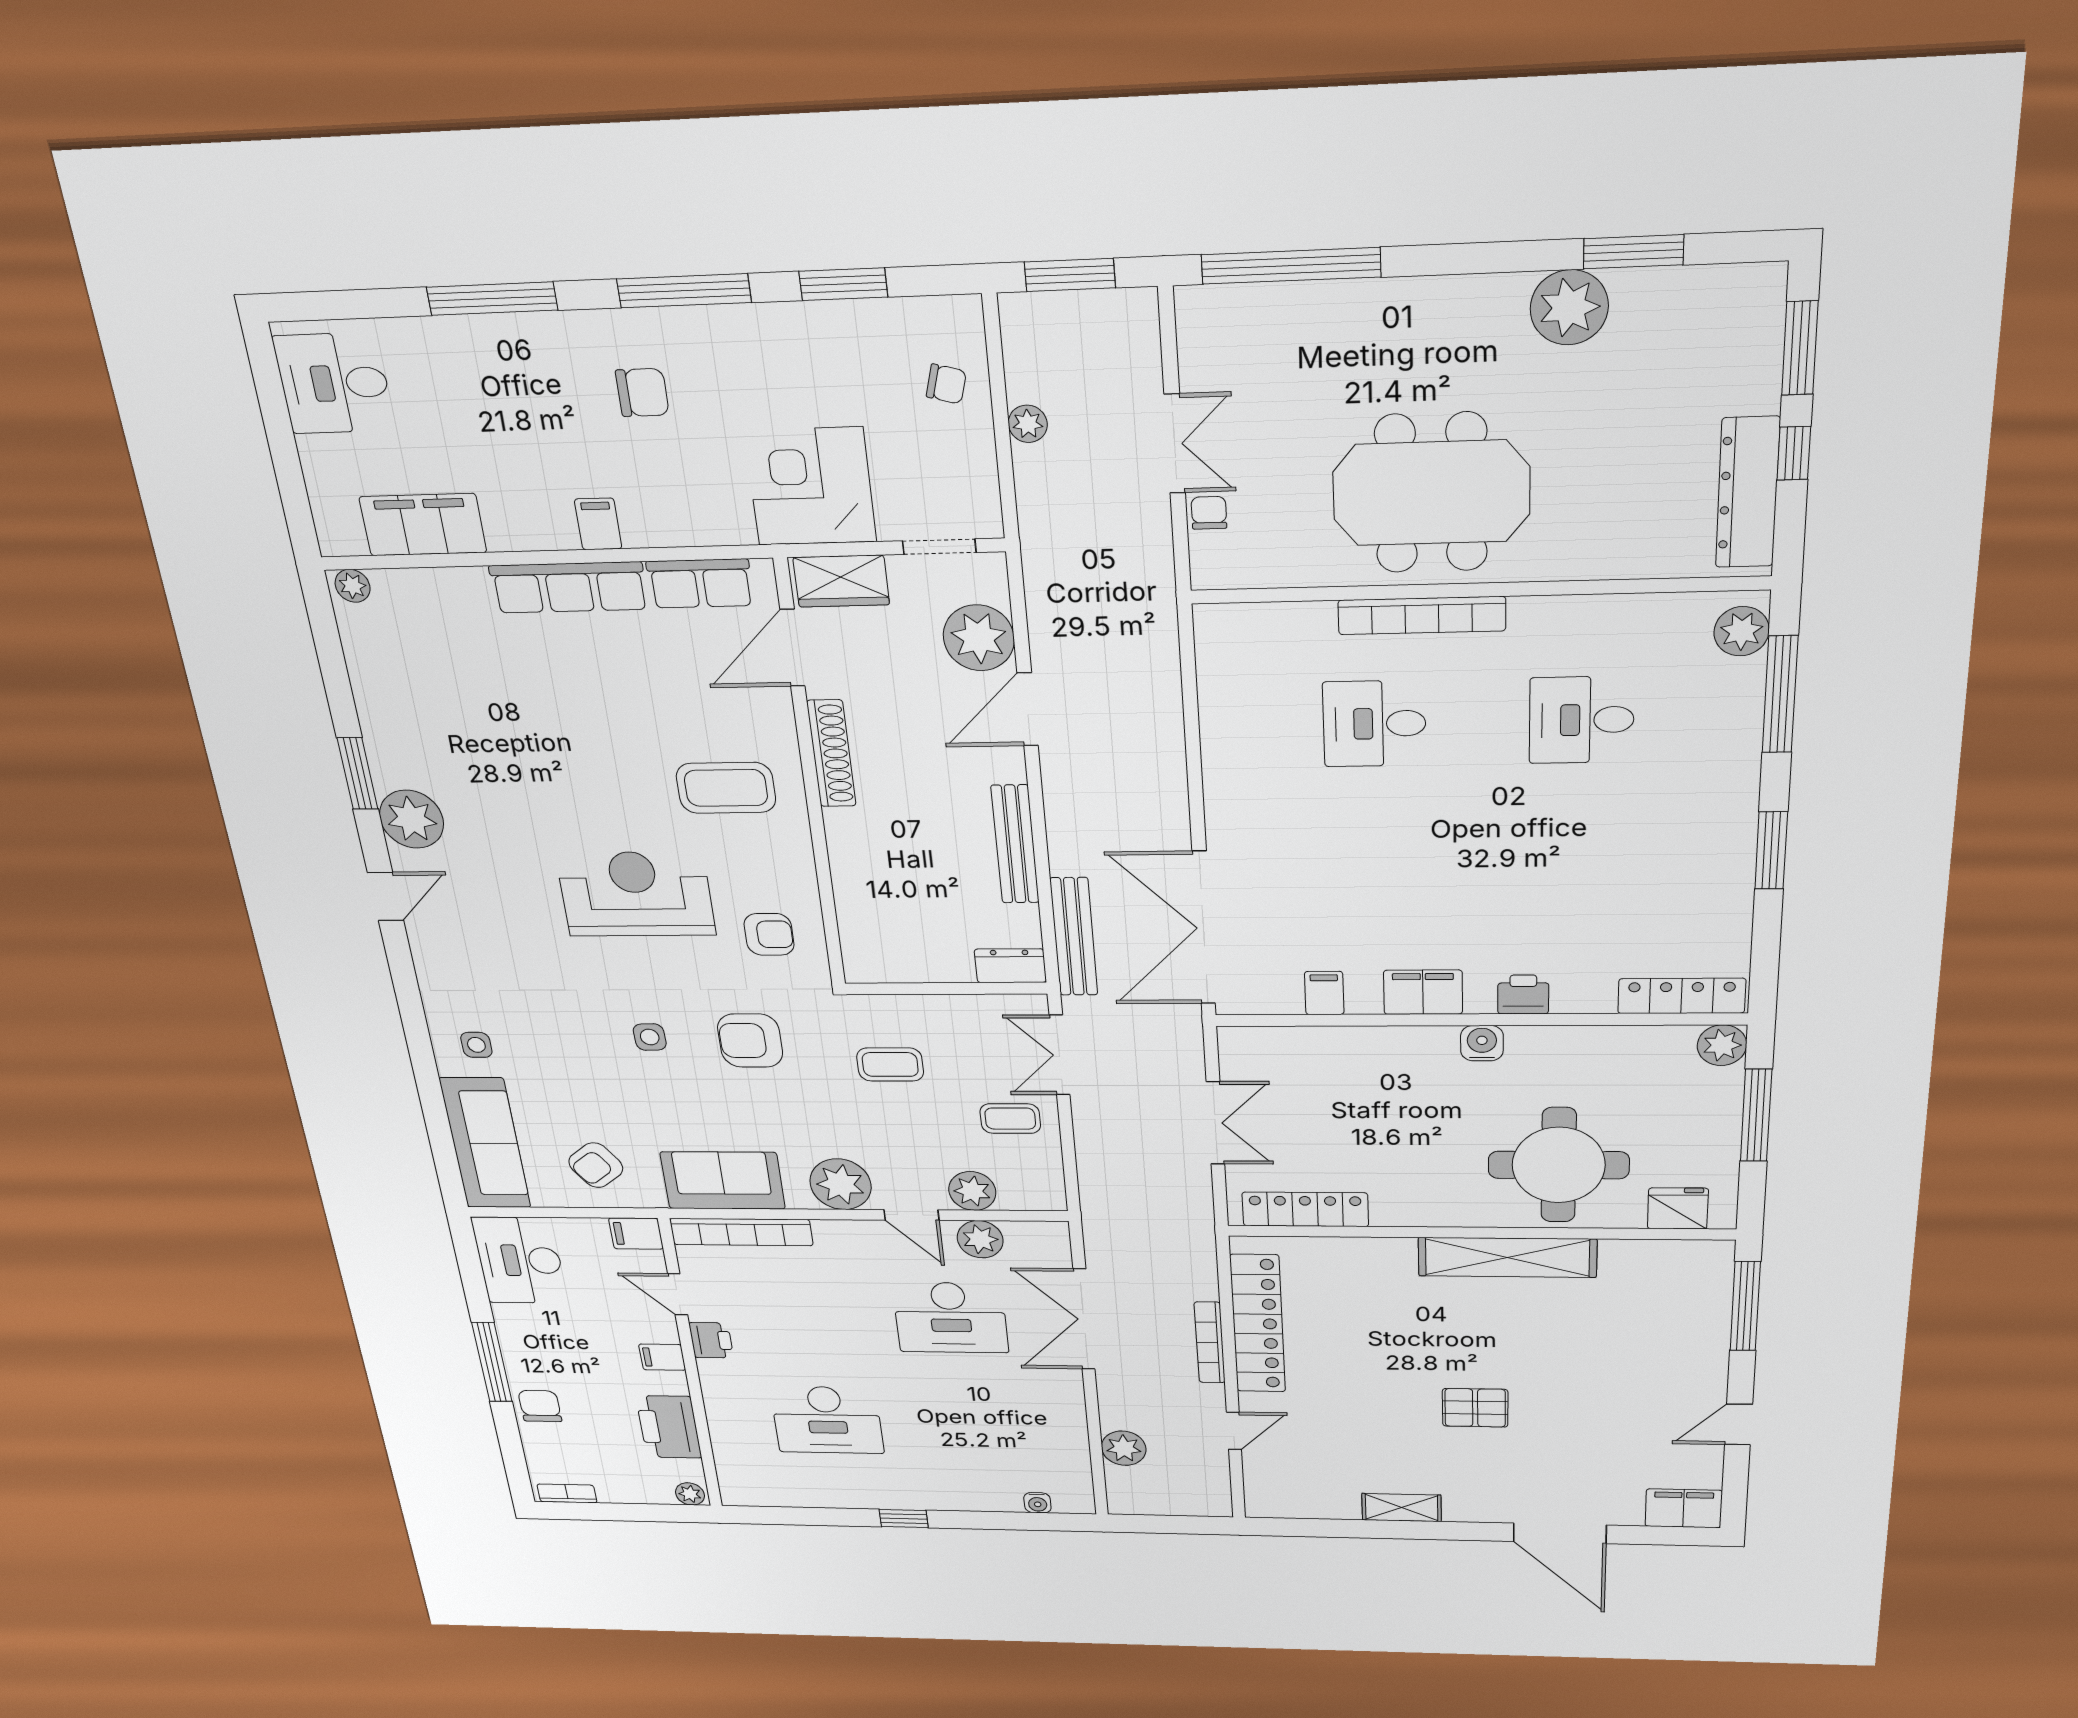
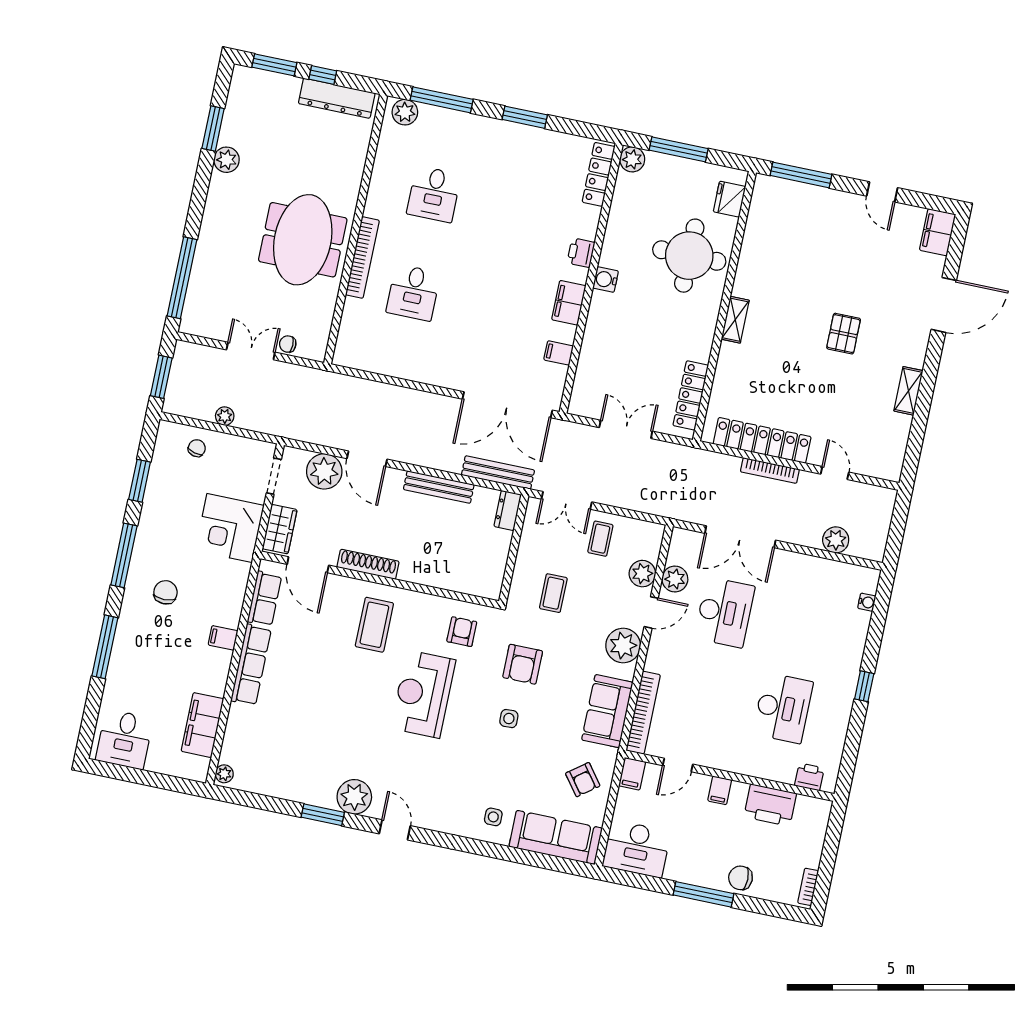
plant: (1569, 307) -> (227, 160), width x0.73, depth x0.73
shelving: (1507, 1257) -> (735, 320), width x0.45, depth x0.75
printer: (711, 1340) -> (809, 777), moved
plant: (690, 1494) -> (822, 811), removed

